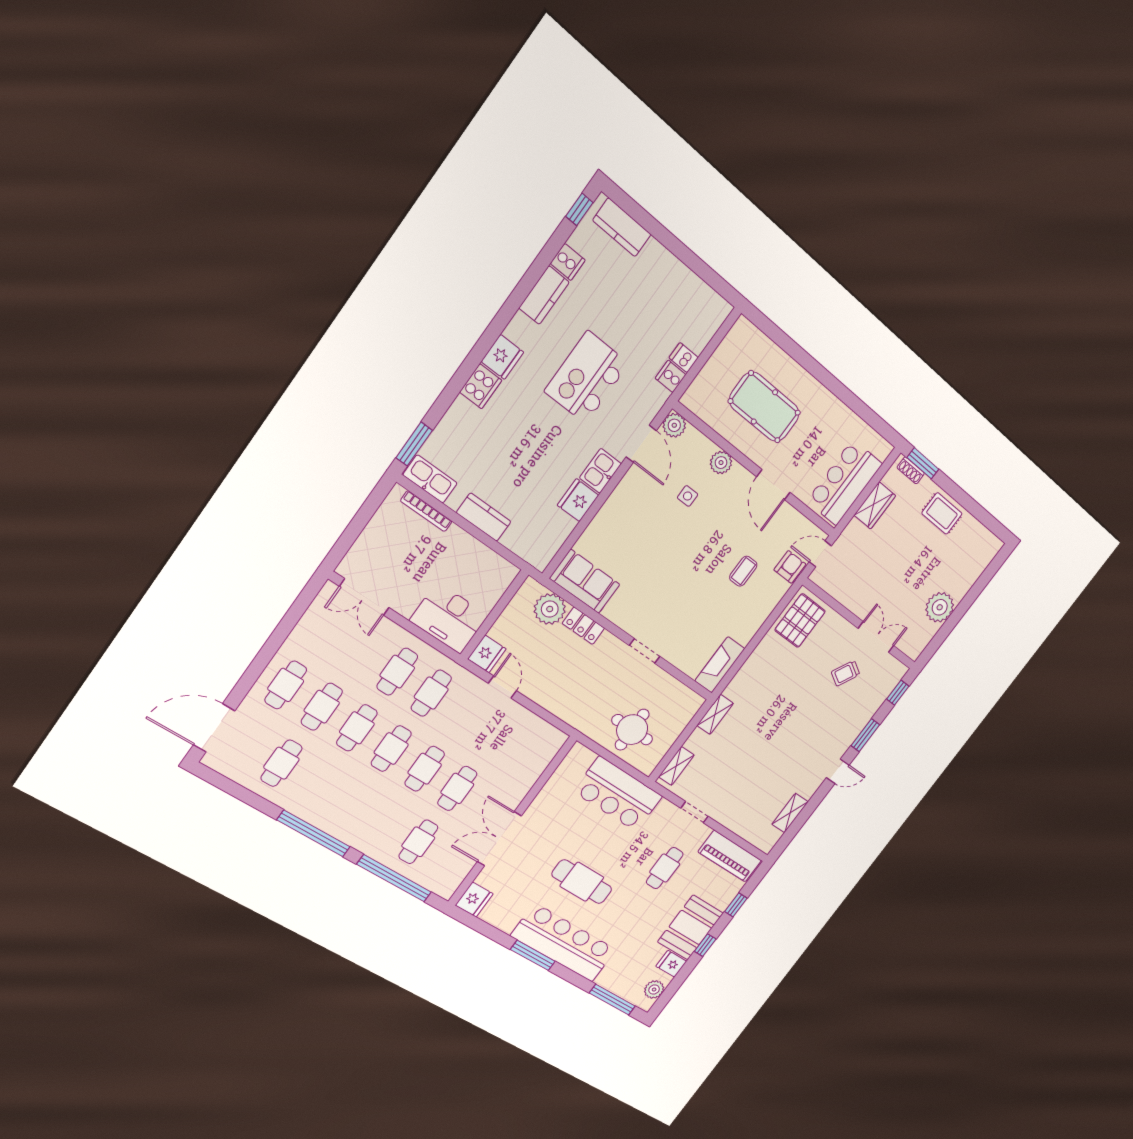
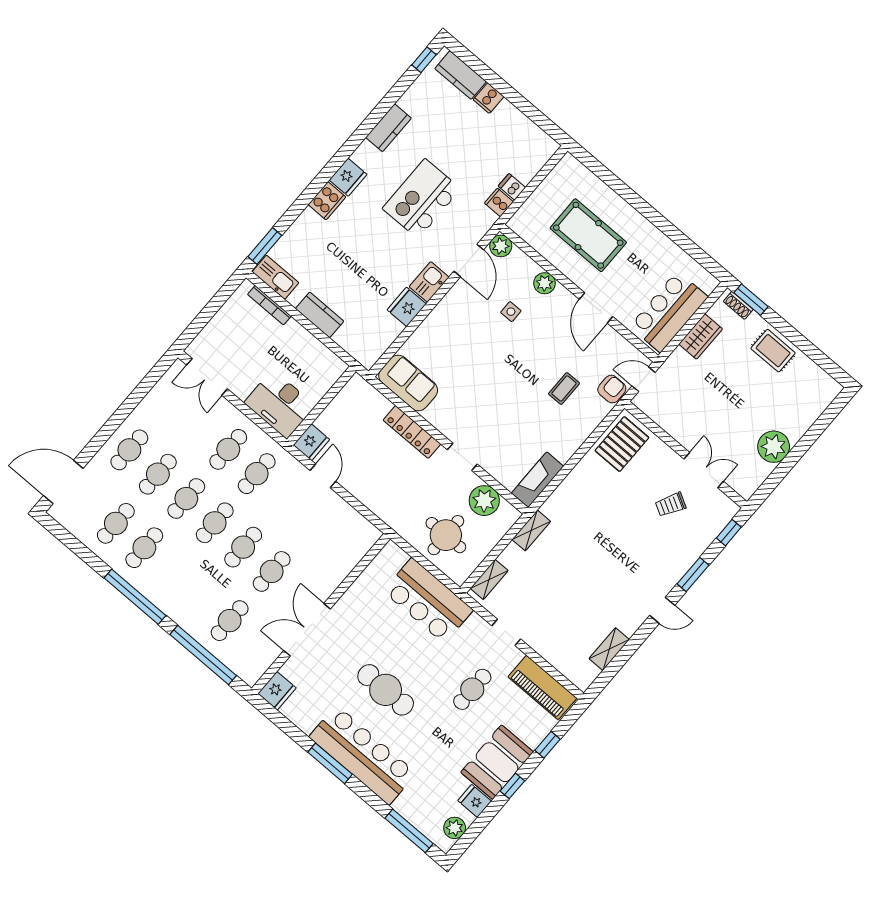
cooker: (568, 262) -> (489, 98), moved, turned 90
plant: (550, 609) -> (484, 501), moved
locker: (583, 626) -> (412, 432), width x1.53
cafe table: (317, 784) -> (144, 548), added

